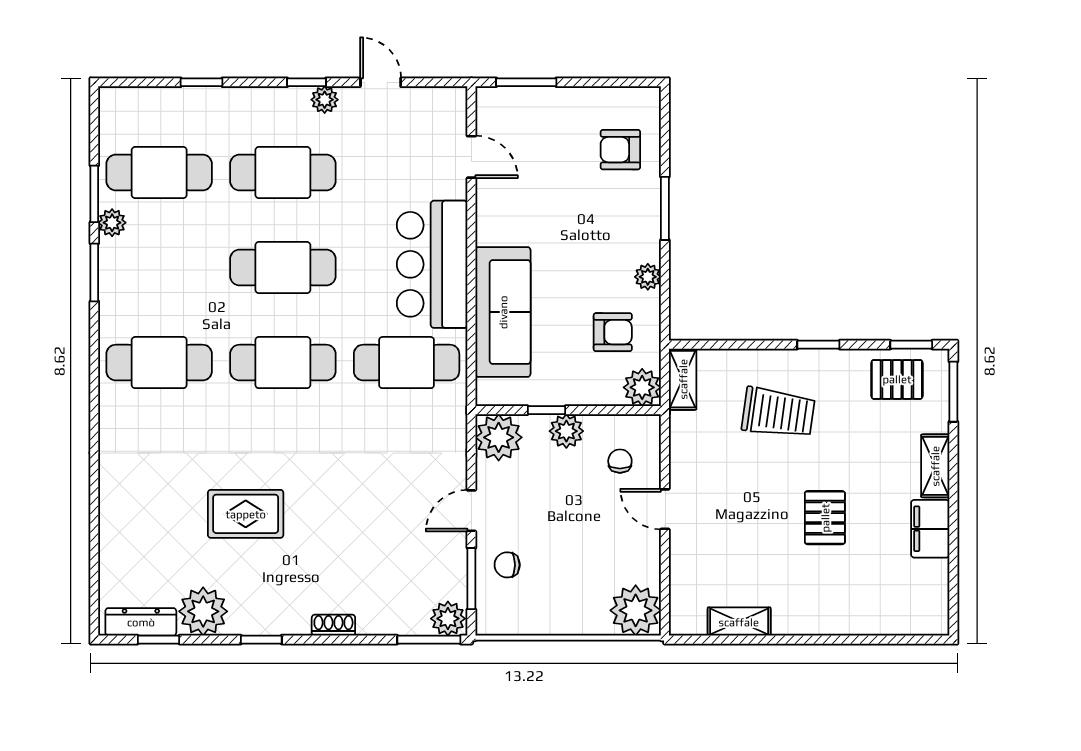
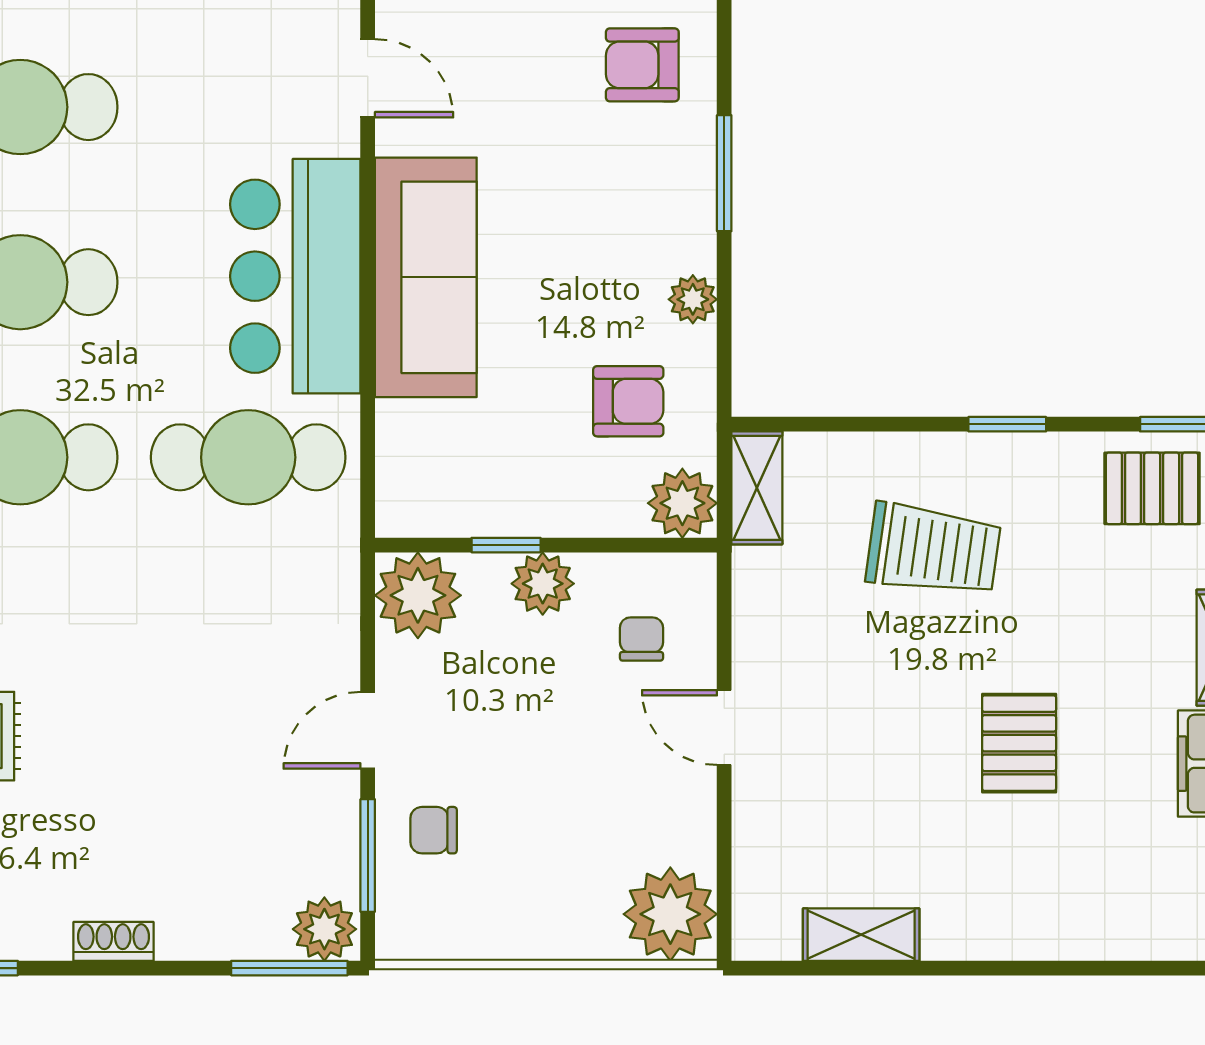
sofa: (503, 312) -> (426, 277), moved

